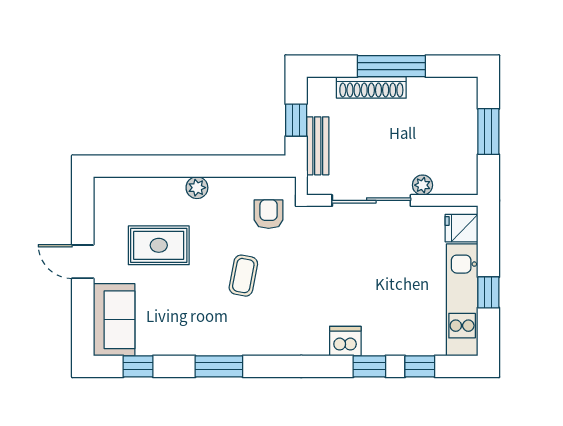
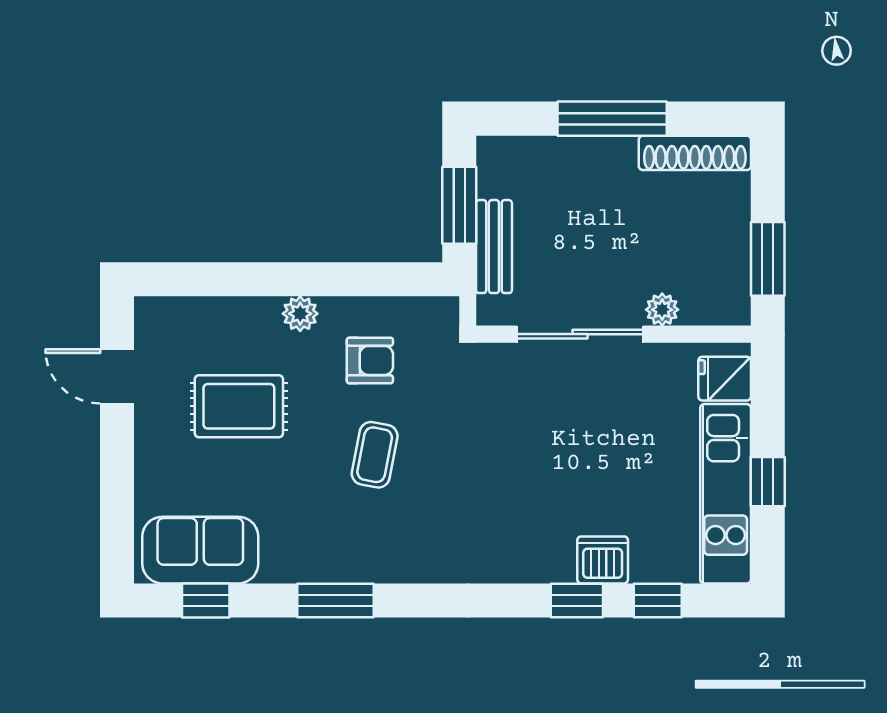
shoe rack: (371, 87) -> (695, 153), moved
window: (296, 120) -> (459, 205), width x1.50
window: (488, 132) -> (768, 259), moved
armchair: (269, 214) -> (370, 360), moved, turned 90
door: (83, 262) -> (117, 376), moved
sofa: (114, 320) -> (200, 550), moved, turned -90
dishwasher: (345, 341) -> (603, 560), moved

